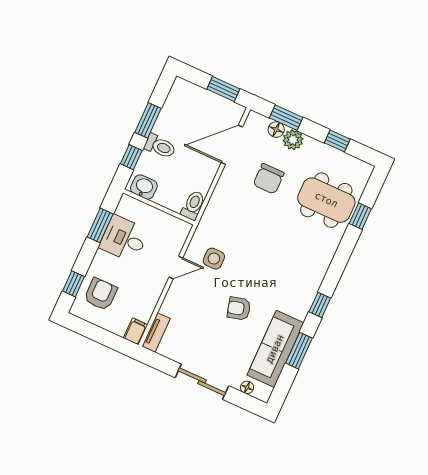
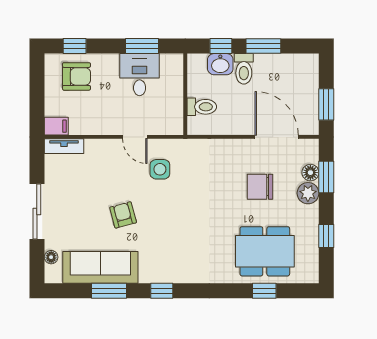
washbasin: (144, 187) -> (220, 64), moved, turned 90
dining table: (326, 200) -> (265, 251), turned 90
toilet: (193, 205) -> (202, 107), moved

